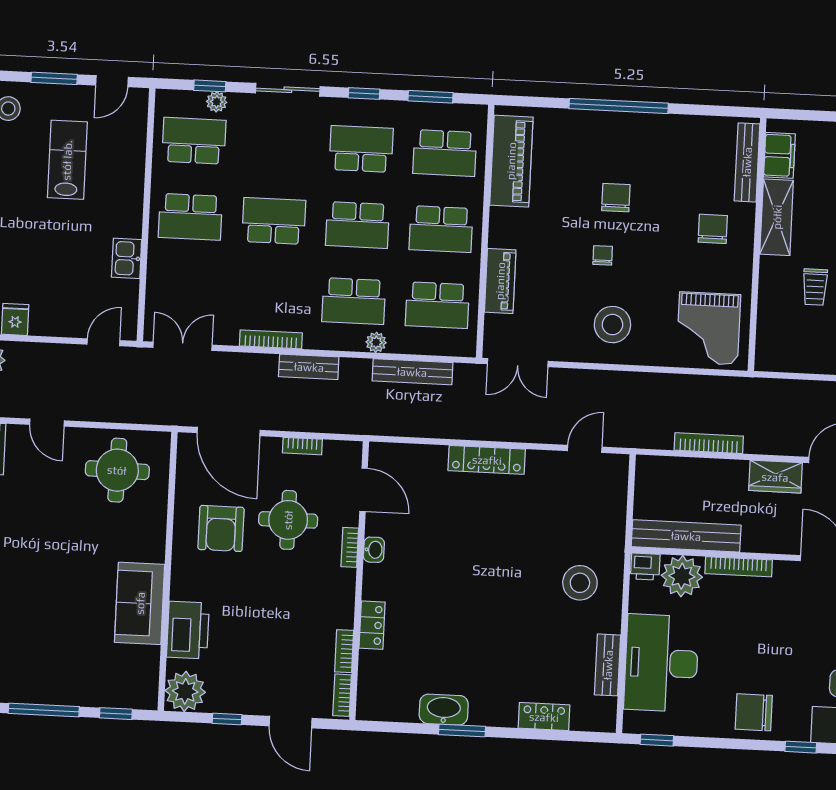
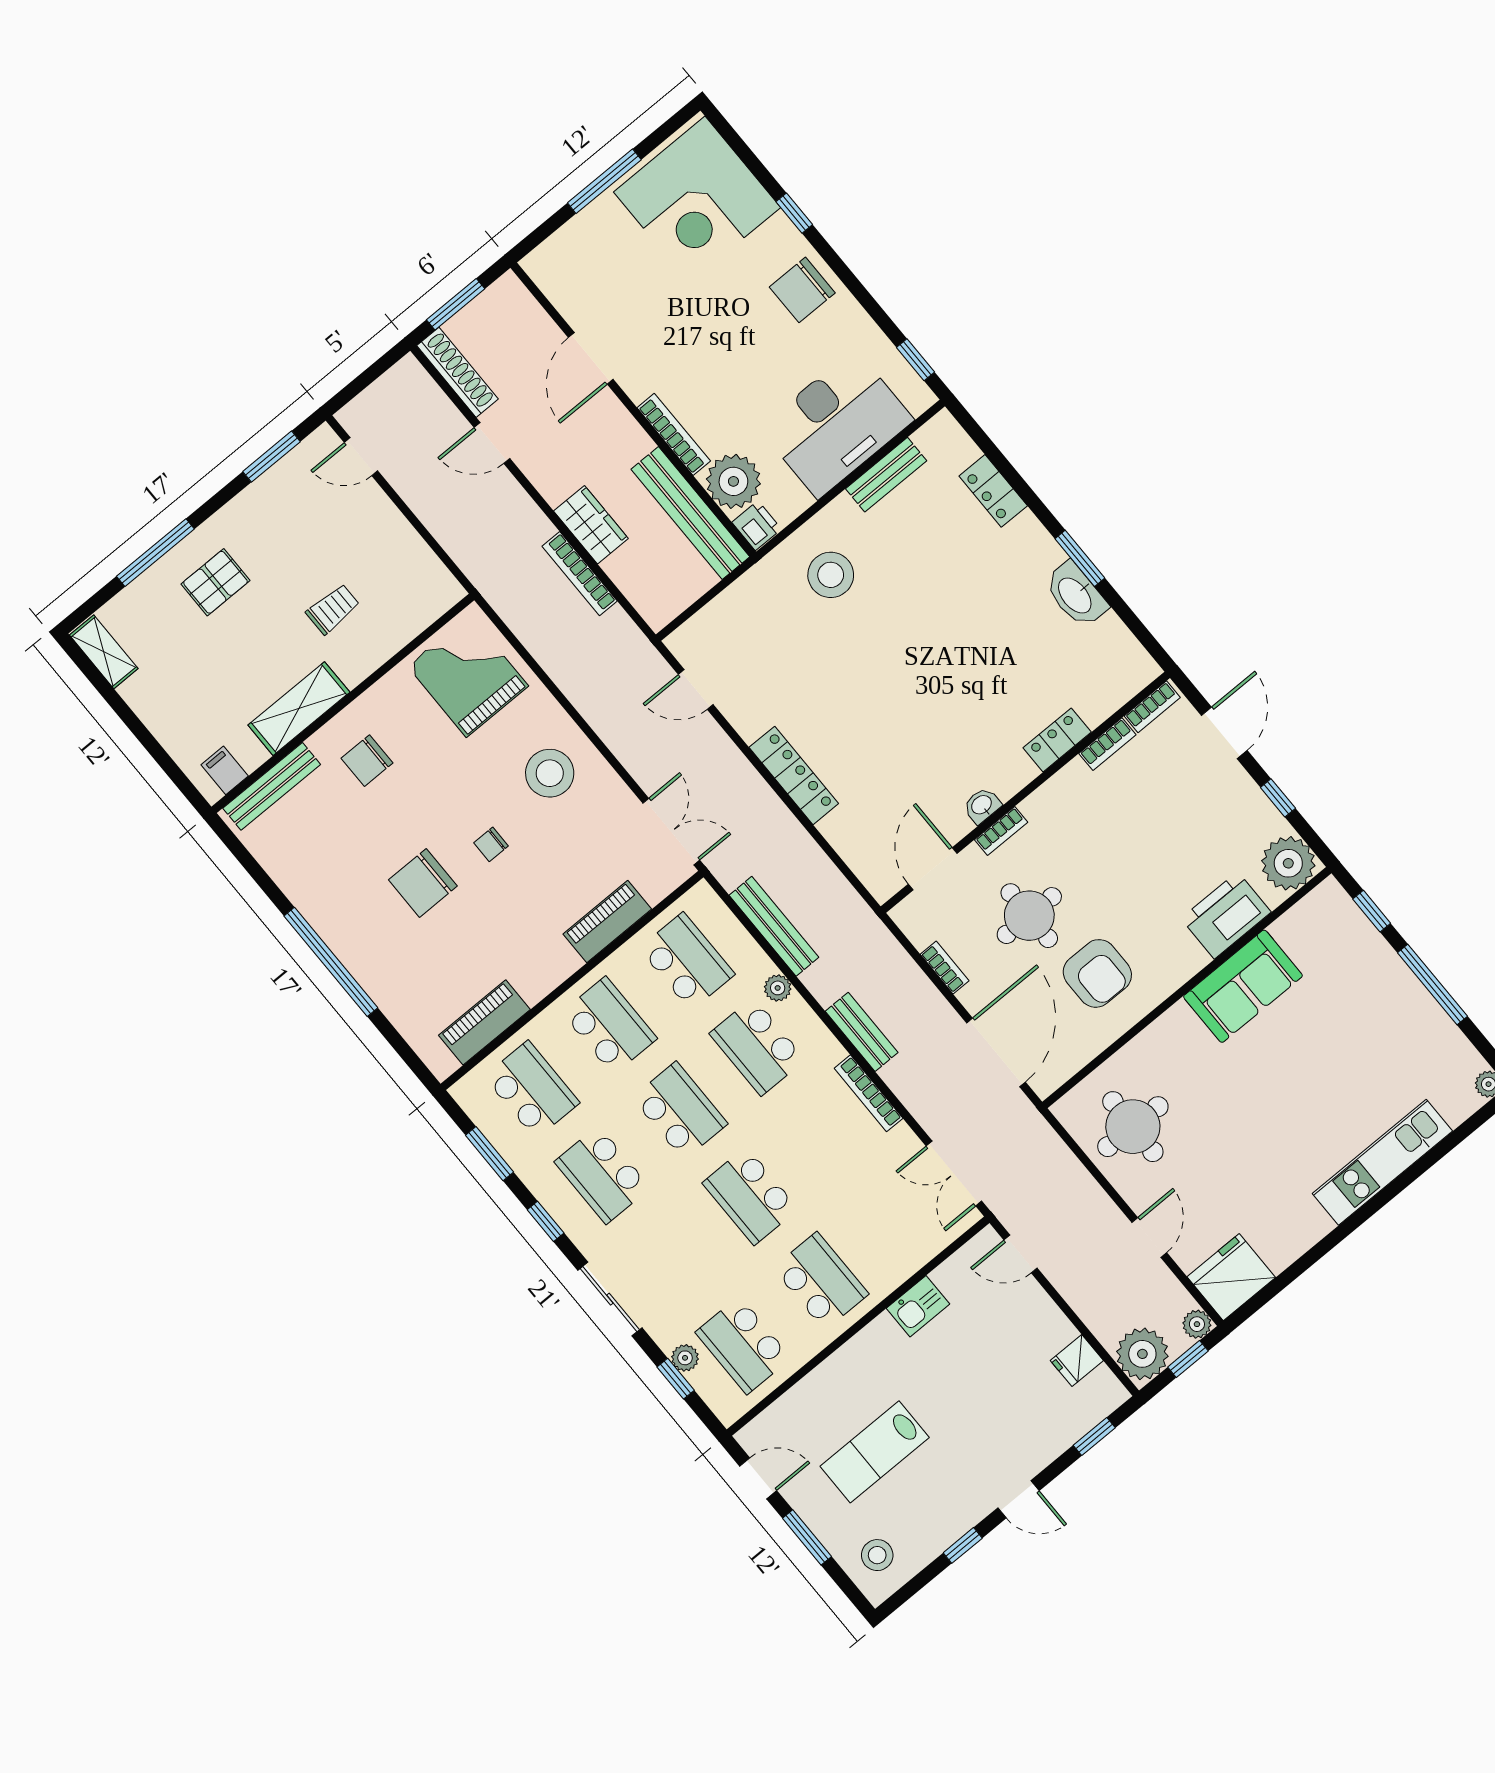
filing cabinet: (779, 155) -> (225, 770), width x0.50
piano: (511, 161) -> (484, 1022), width x0.73, depth x0.75
chair: (616, 198) -> (423, 883), width x1.37, depth x1.37
school desk: (354, 301) -> (757, 1047), turned 180
grand piano: (709, 328) -> (468, 676), turned -90
wardrobe: (775, 477) -> (591, 525), moved
armchair: (221, 528) -> (1097, 973), turned 90
chair: (754, 712) -> (802, 290), turned 90

